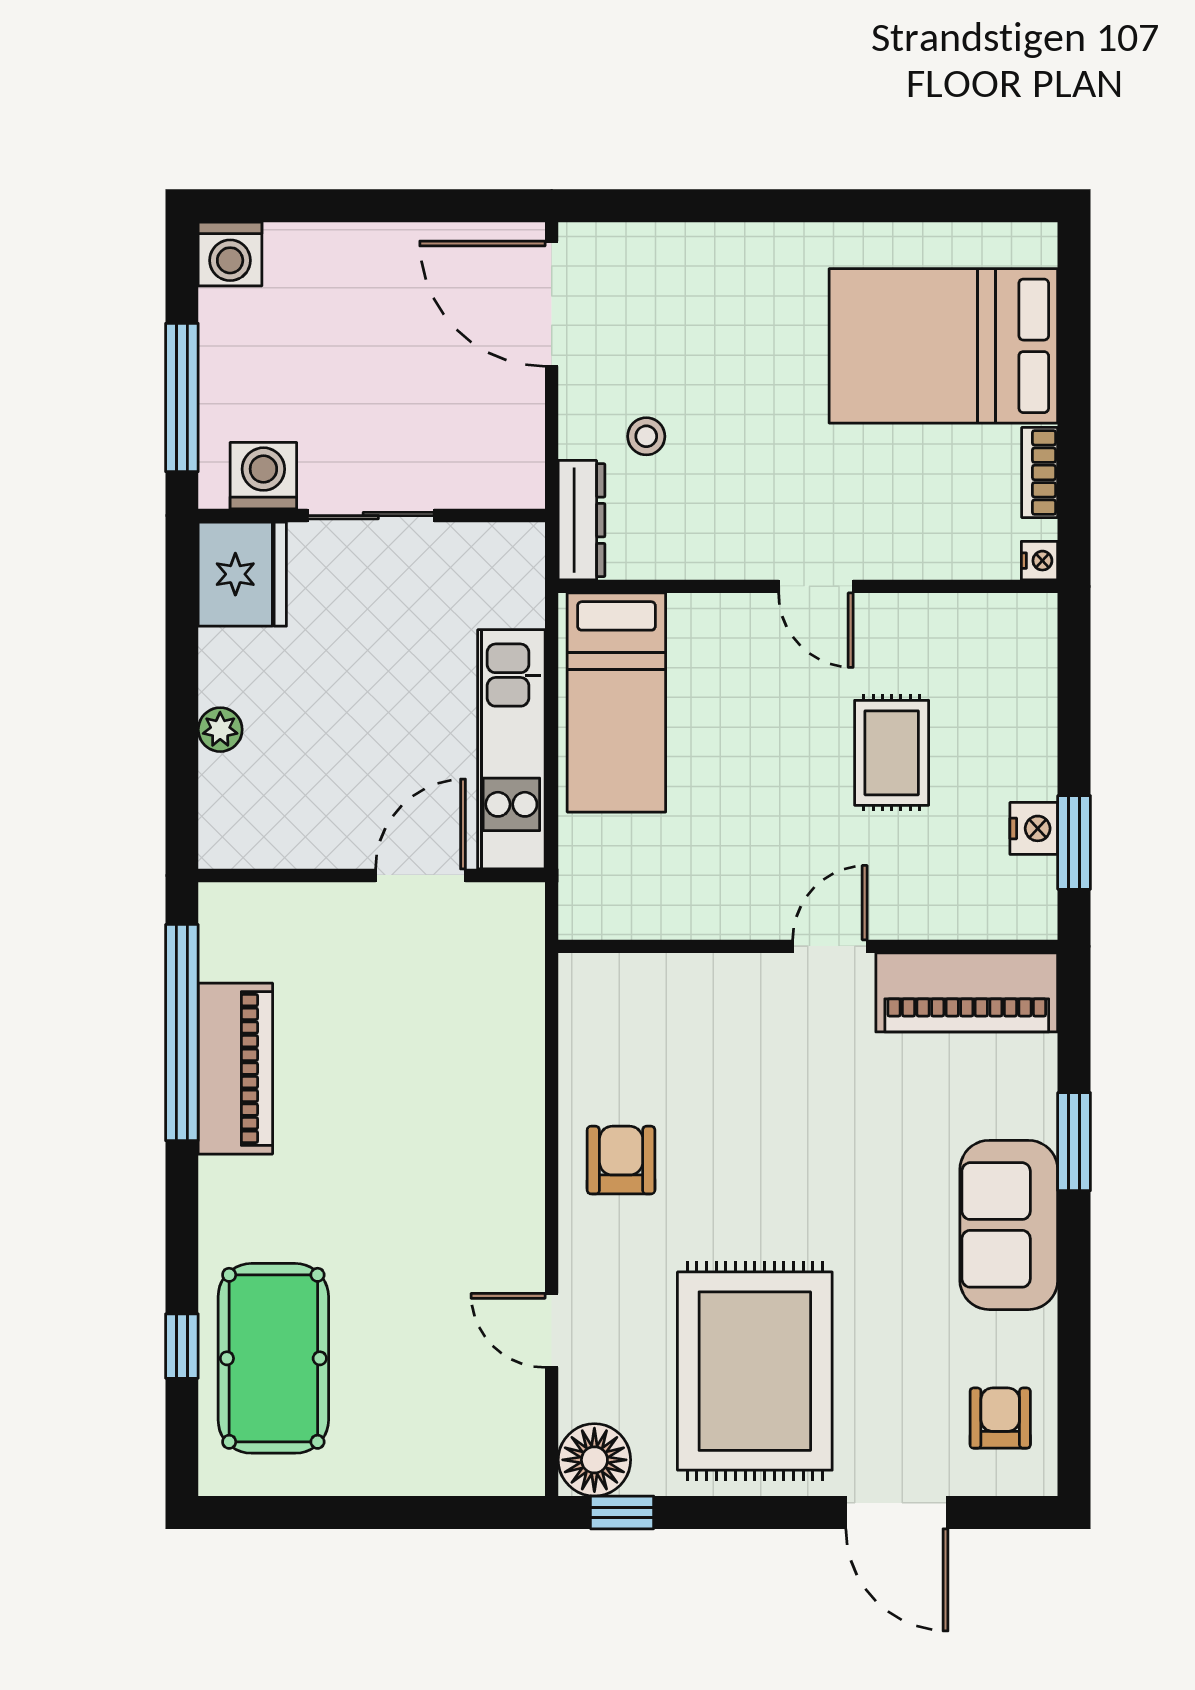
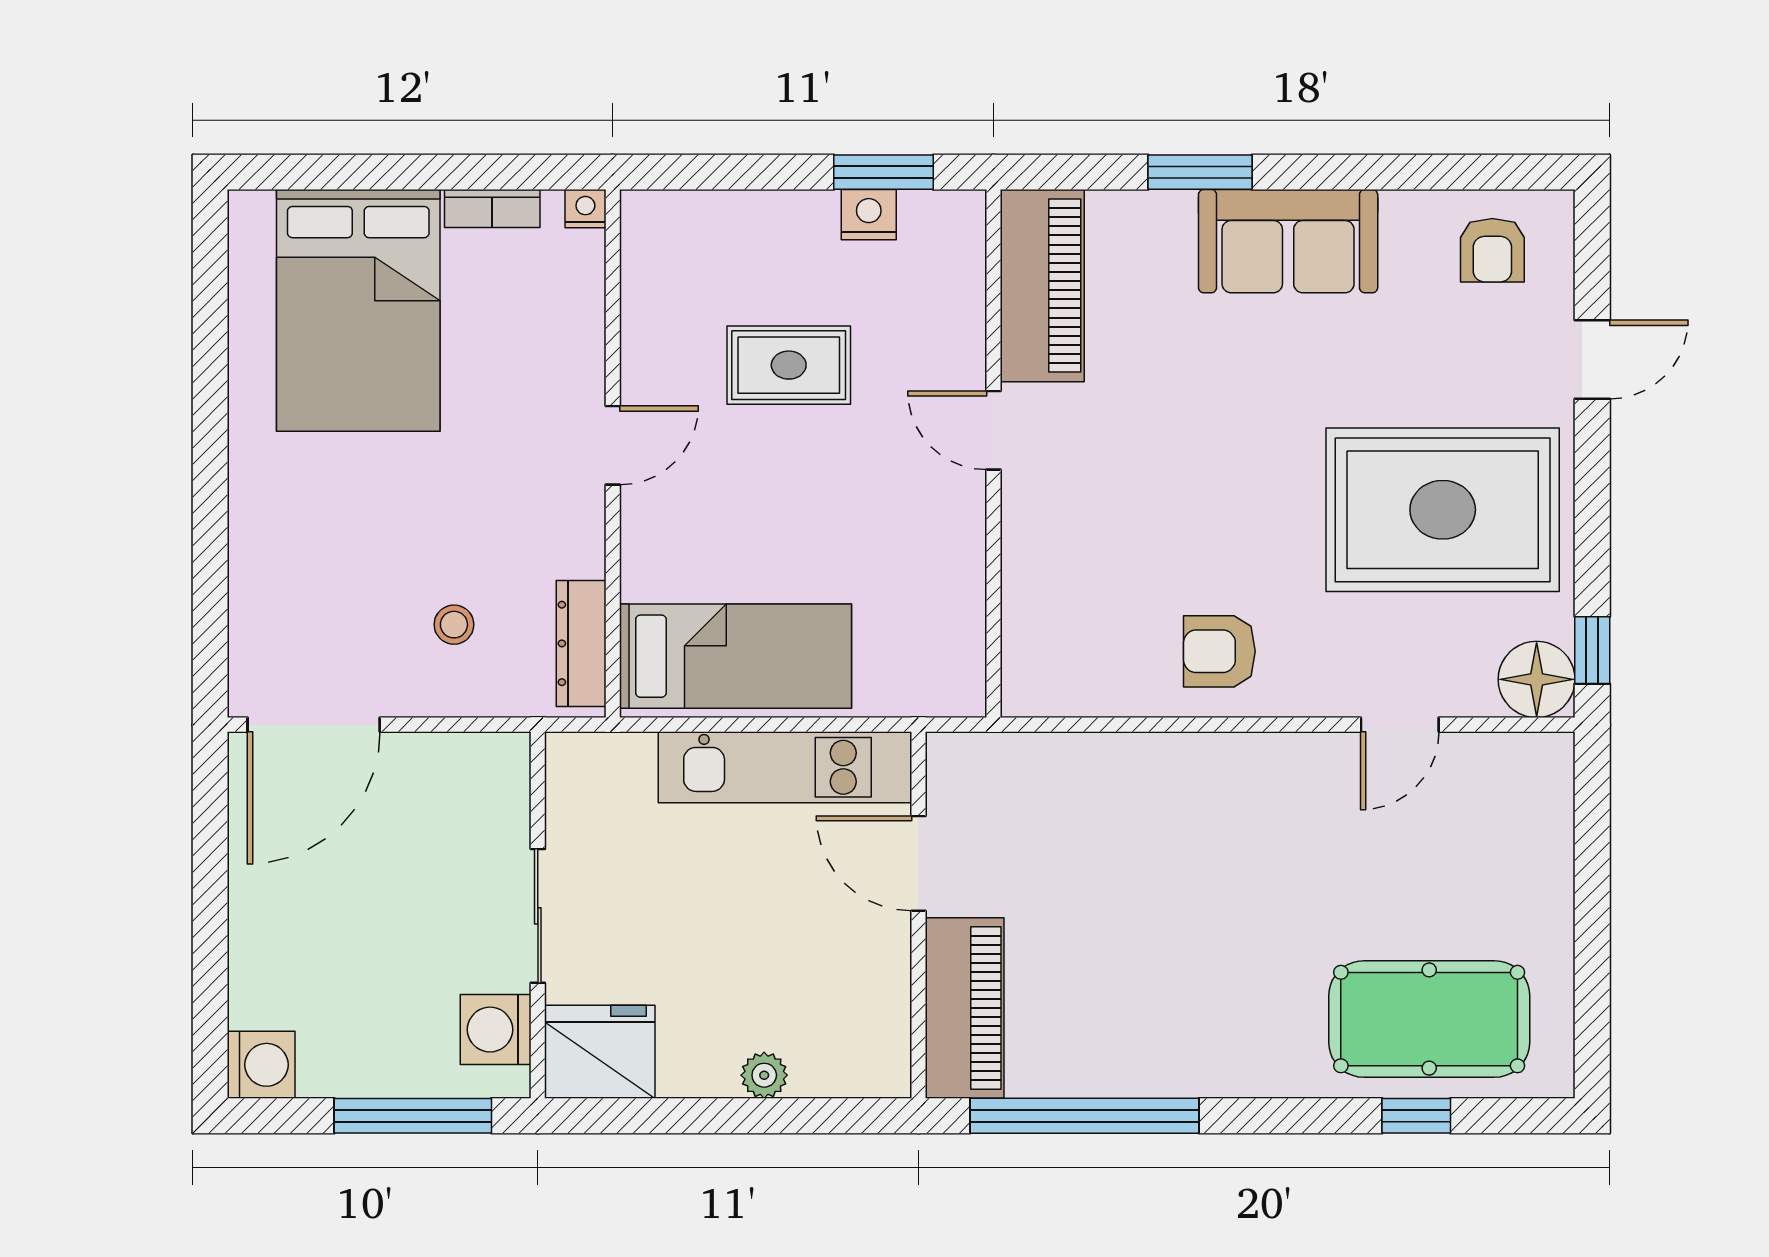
dresser: (582, 520) -> (581, 643), moved, turned -90
piano: (235, 1069) -> (965, 1008), moved, turned 90
armchair: (1000, 1418) -> (1492, 250), turned -90
door: (897, 1512) -> (1592, 359), width x0.73

